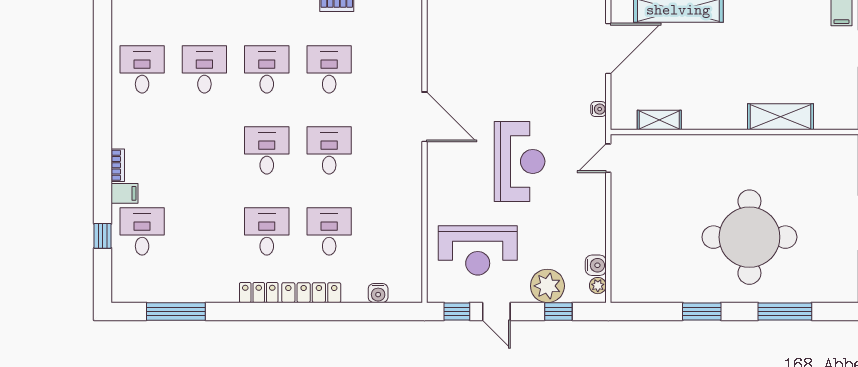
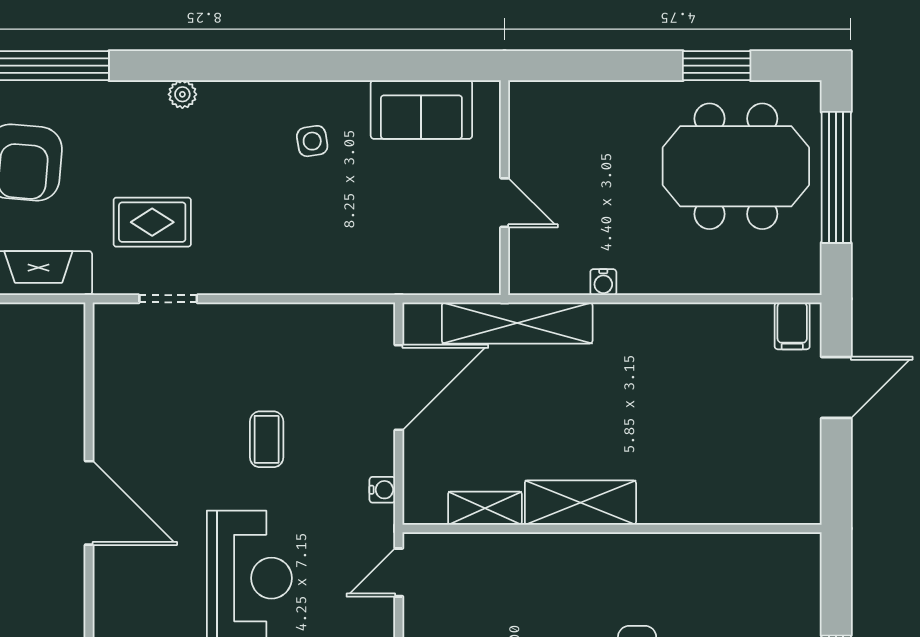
coffee table: (530, 79) -> (267, 439), added
shelving: (781, 117) -> (580, 503), moved

